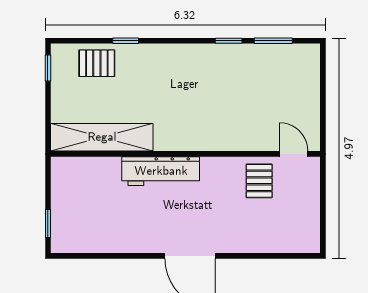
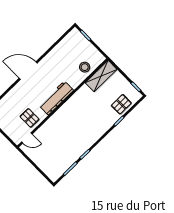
shelving: (102, 137) -> (101, 76), width x0.68
workbench: (161, 171) -> (56, 98), moved
stool: (97, 176) -> (85, 67), added

